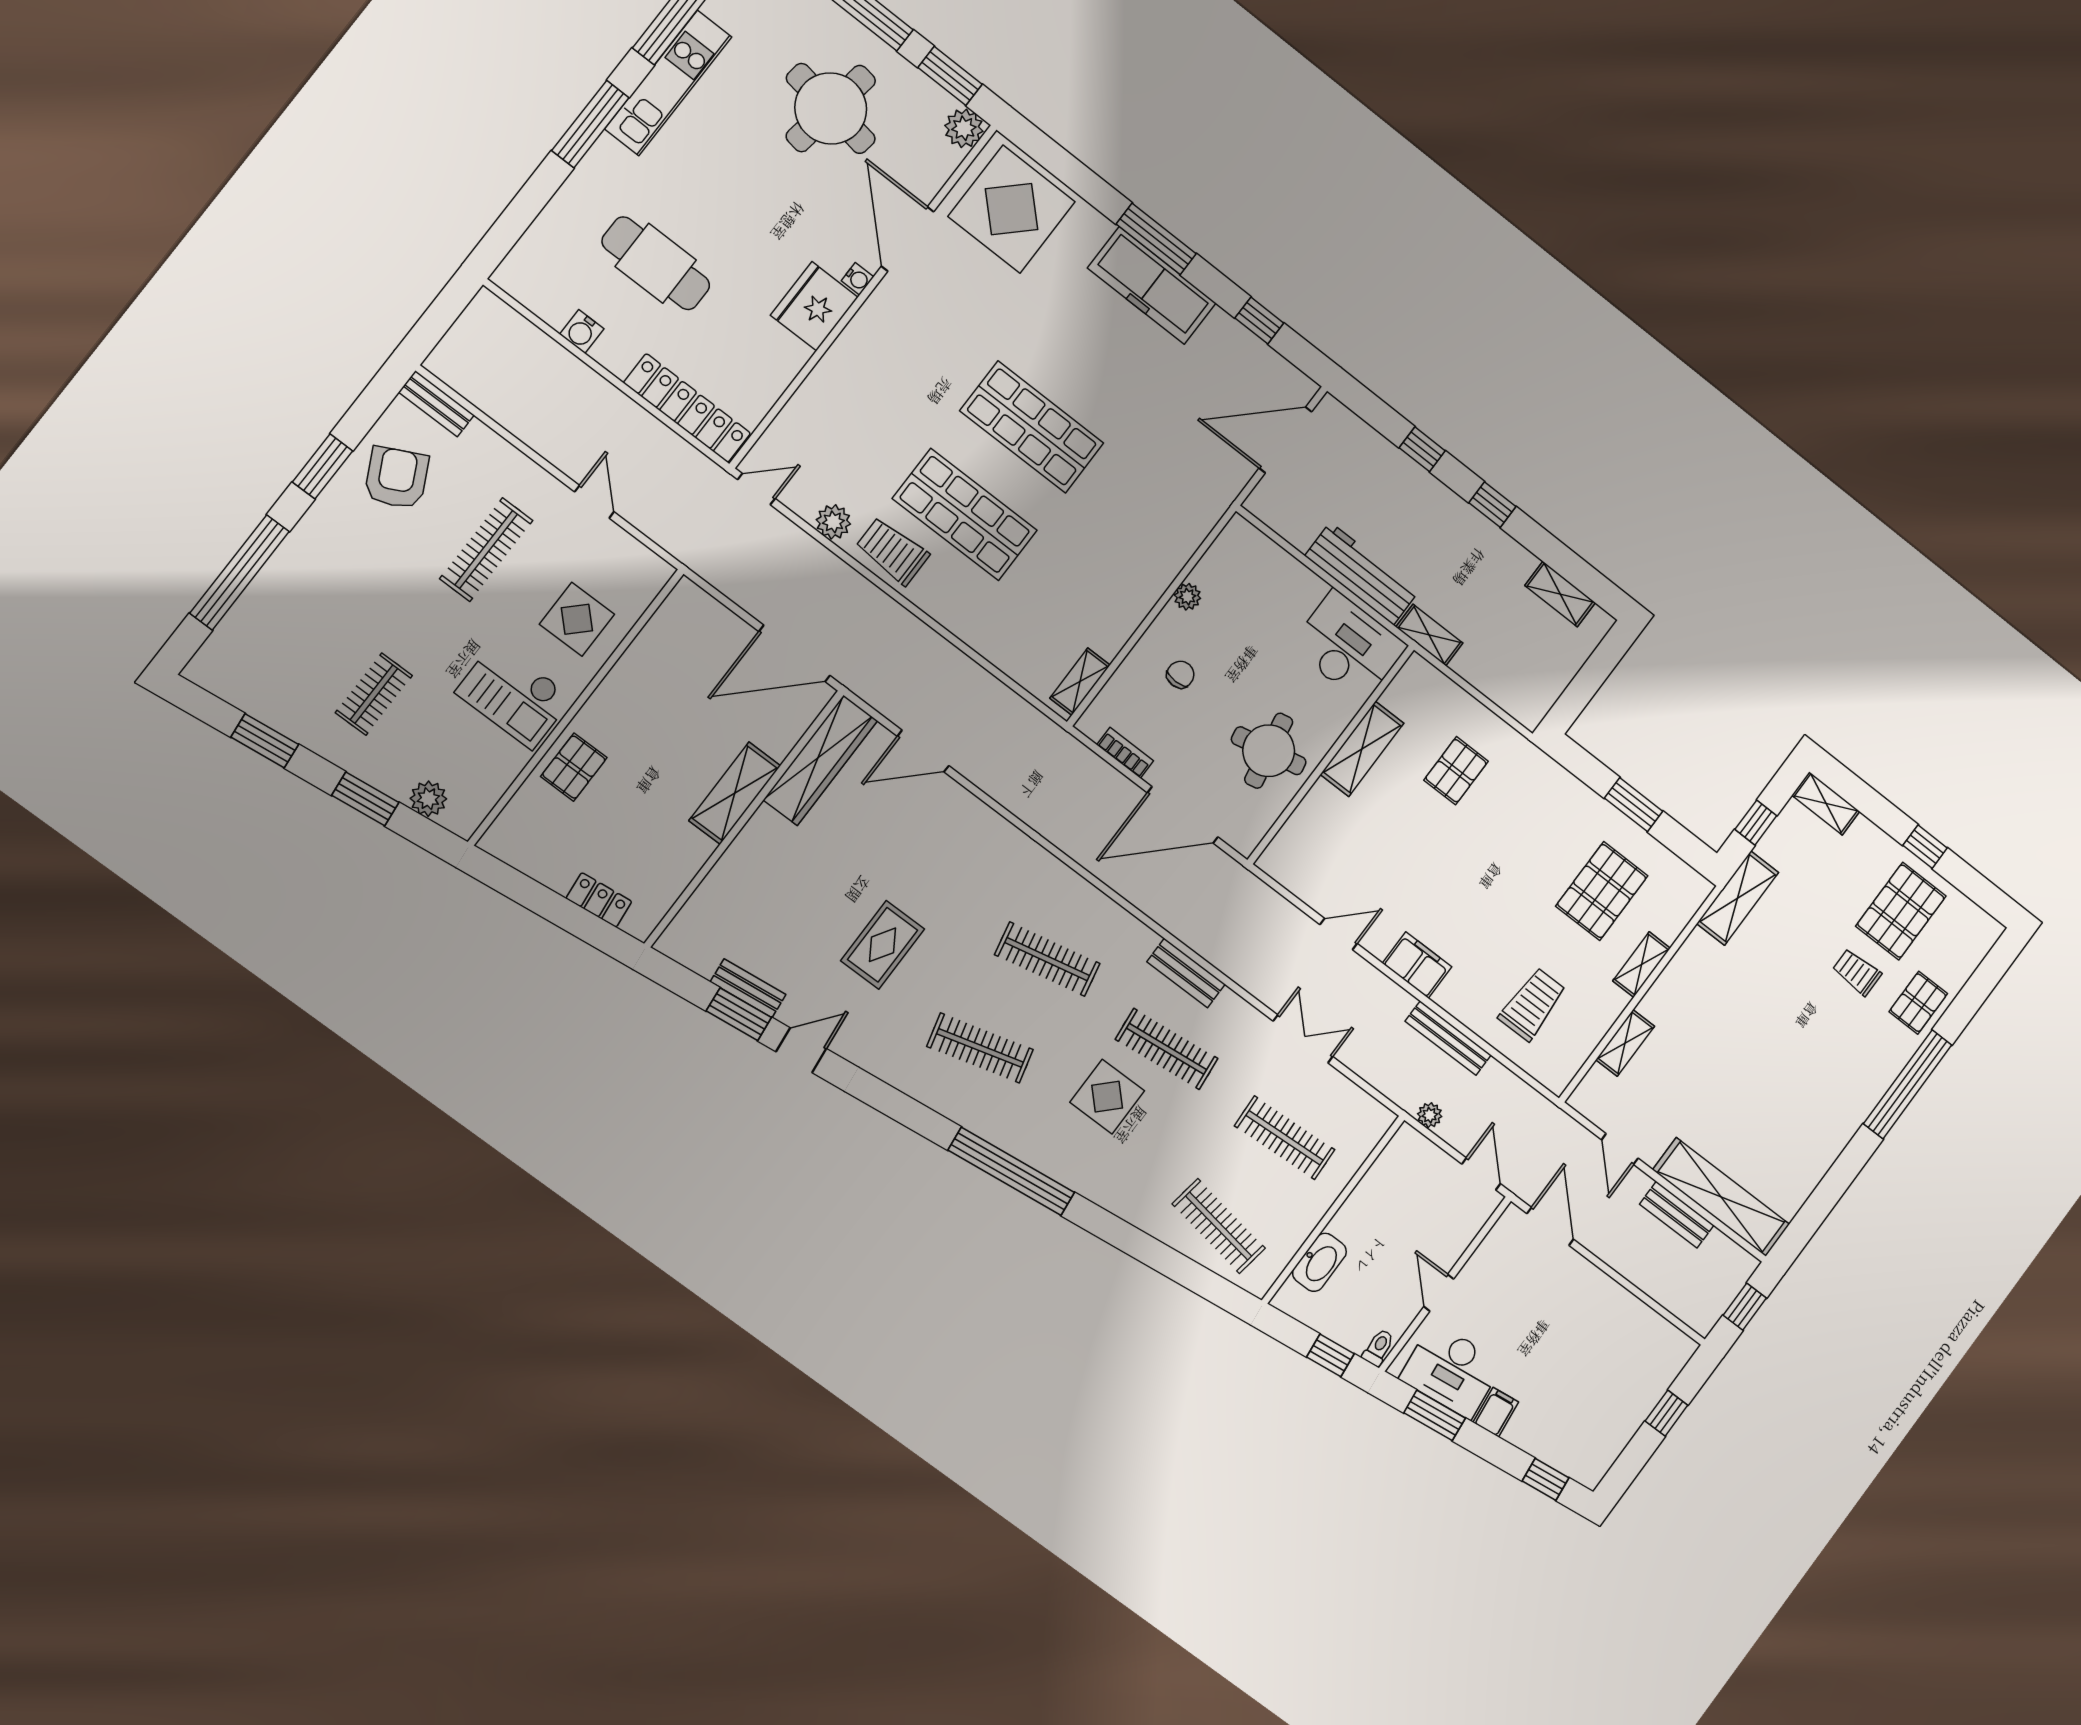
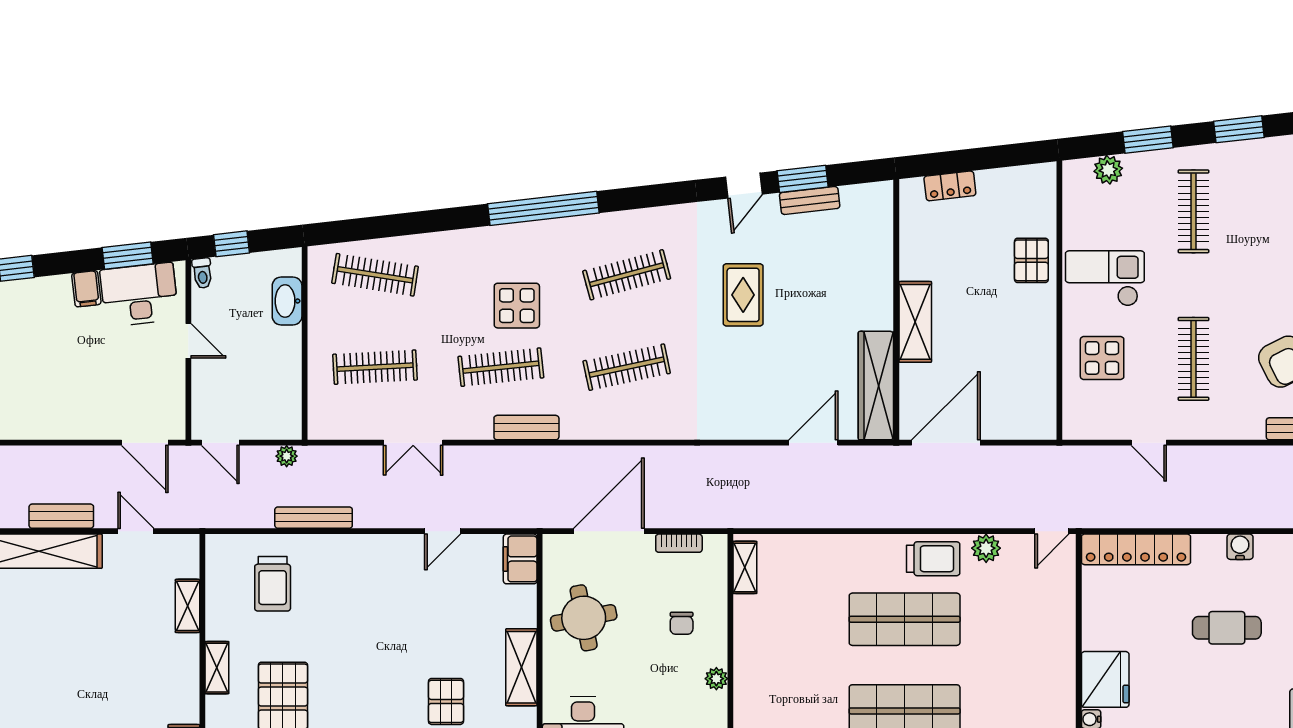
cafe table: (656, 263) -> (1227, 628), width x0.73, depth x0.74
clothes rail: (374, 694) -> (1193, 211), width x1.36
filing cabinet: (1417, 965) -> (520, 559), moved, turned 90

